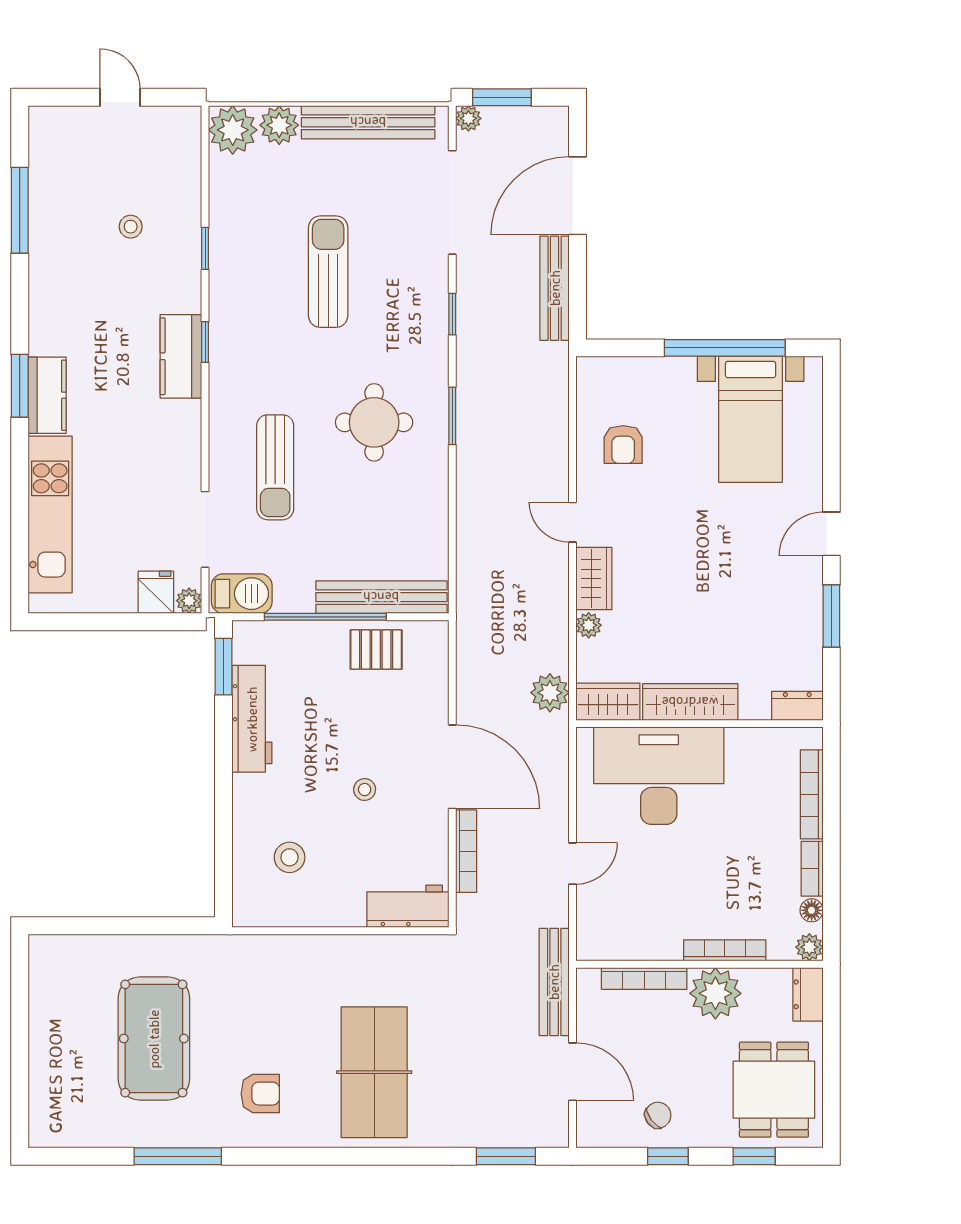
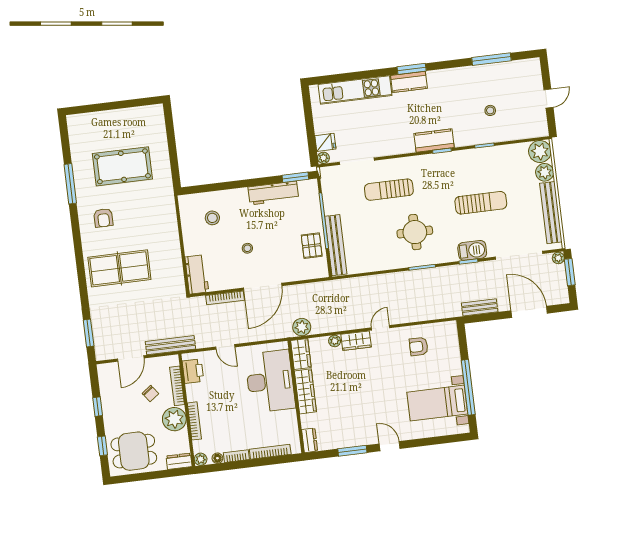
bench: (555, 288) -> (480, 307), width x0.73
barbecue: (242, 594) -> (472, 250), moved, turned -90
printer: (616, 940) -> (193, 371), added
chair: (658, 1115) -> (150, 394), moved

